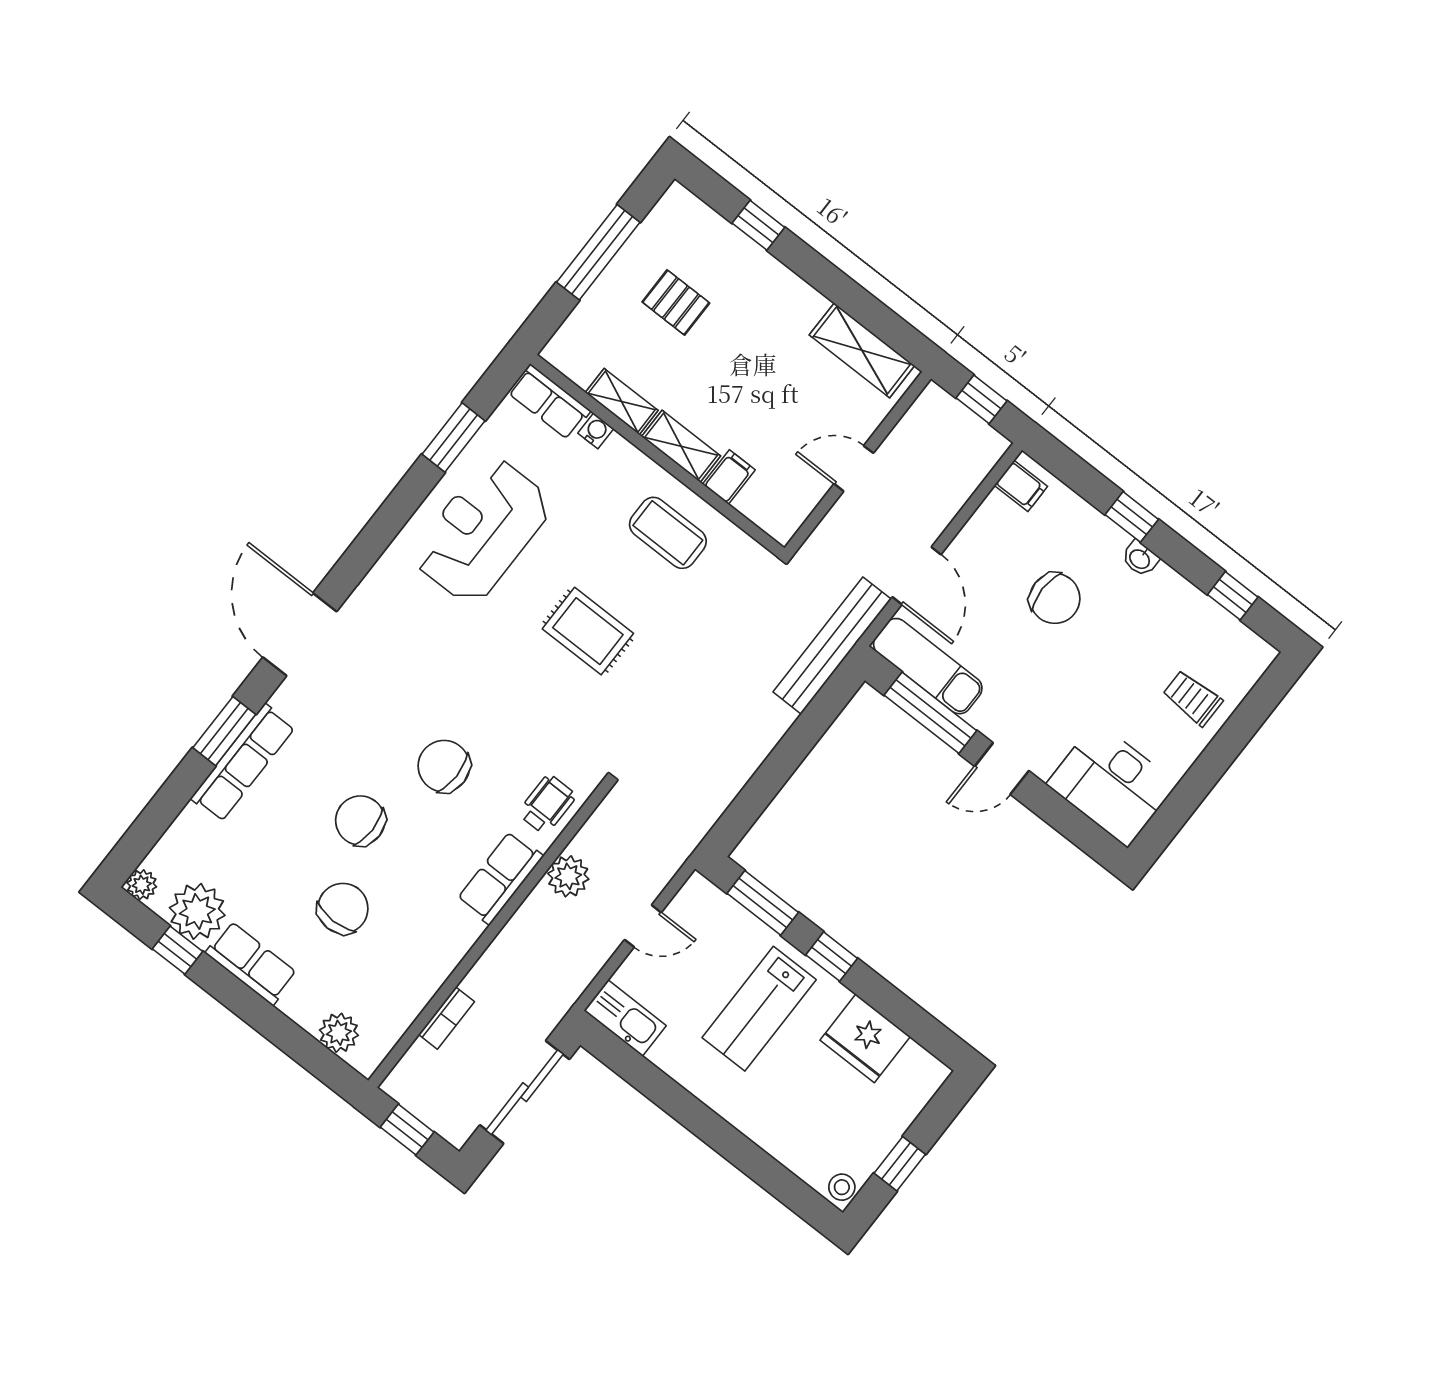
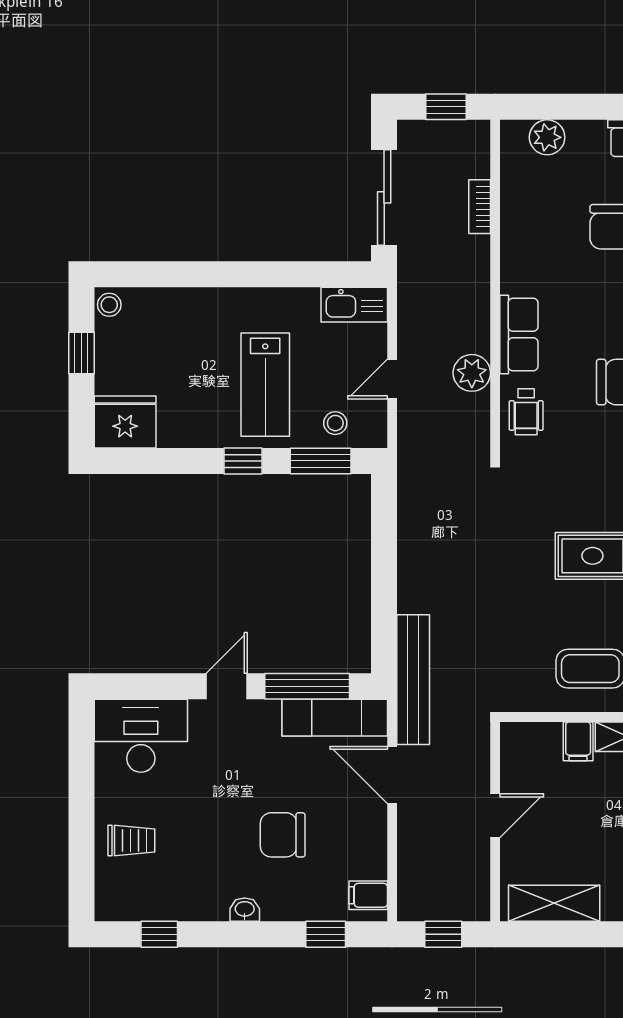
window: (1132, 517) -> (326, 934), moved
stool: (724, 926) -> (335, 423), added
lab bench: (759, 1009) -> (265, 385), turned 180
fridge: (865, 1038) -> (125, 422), moved

